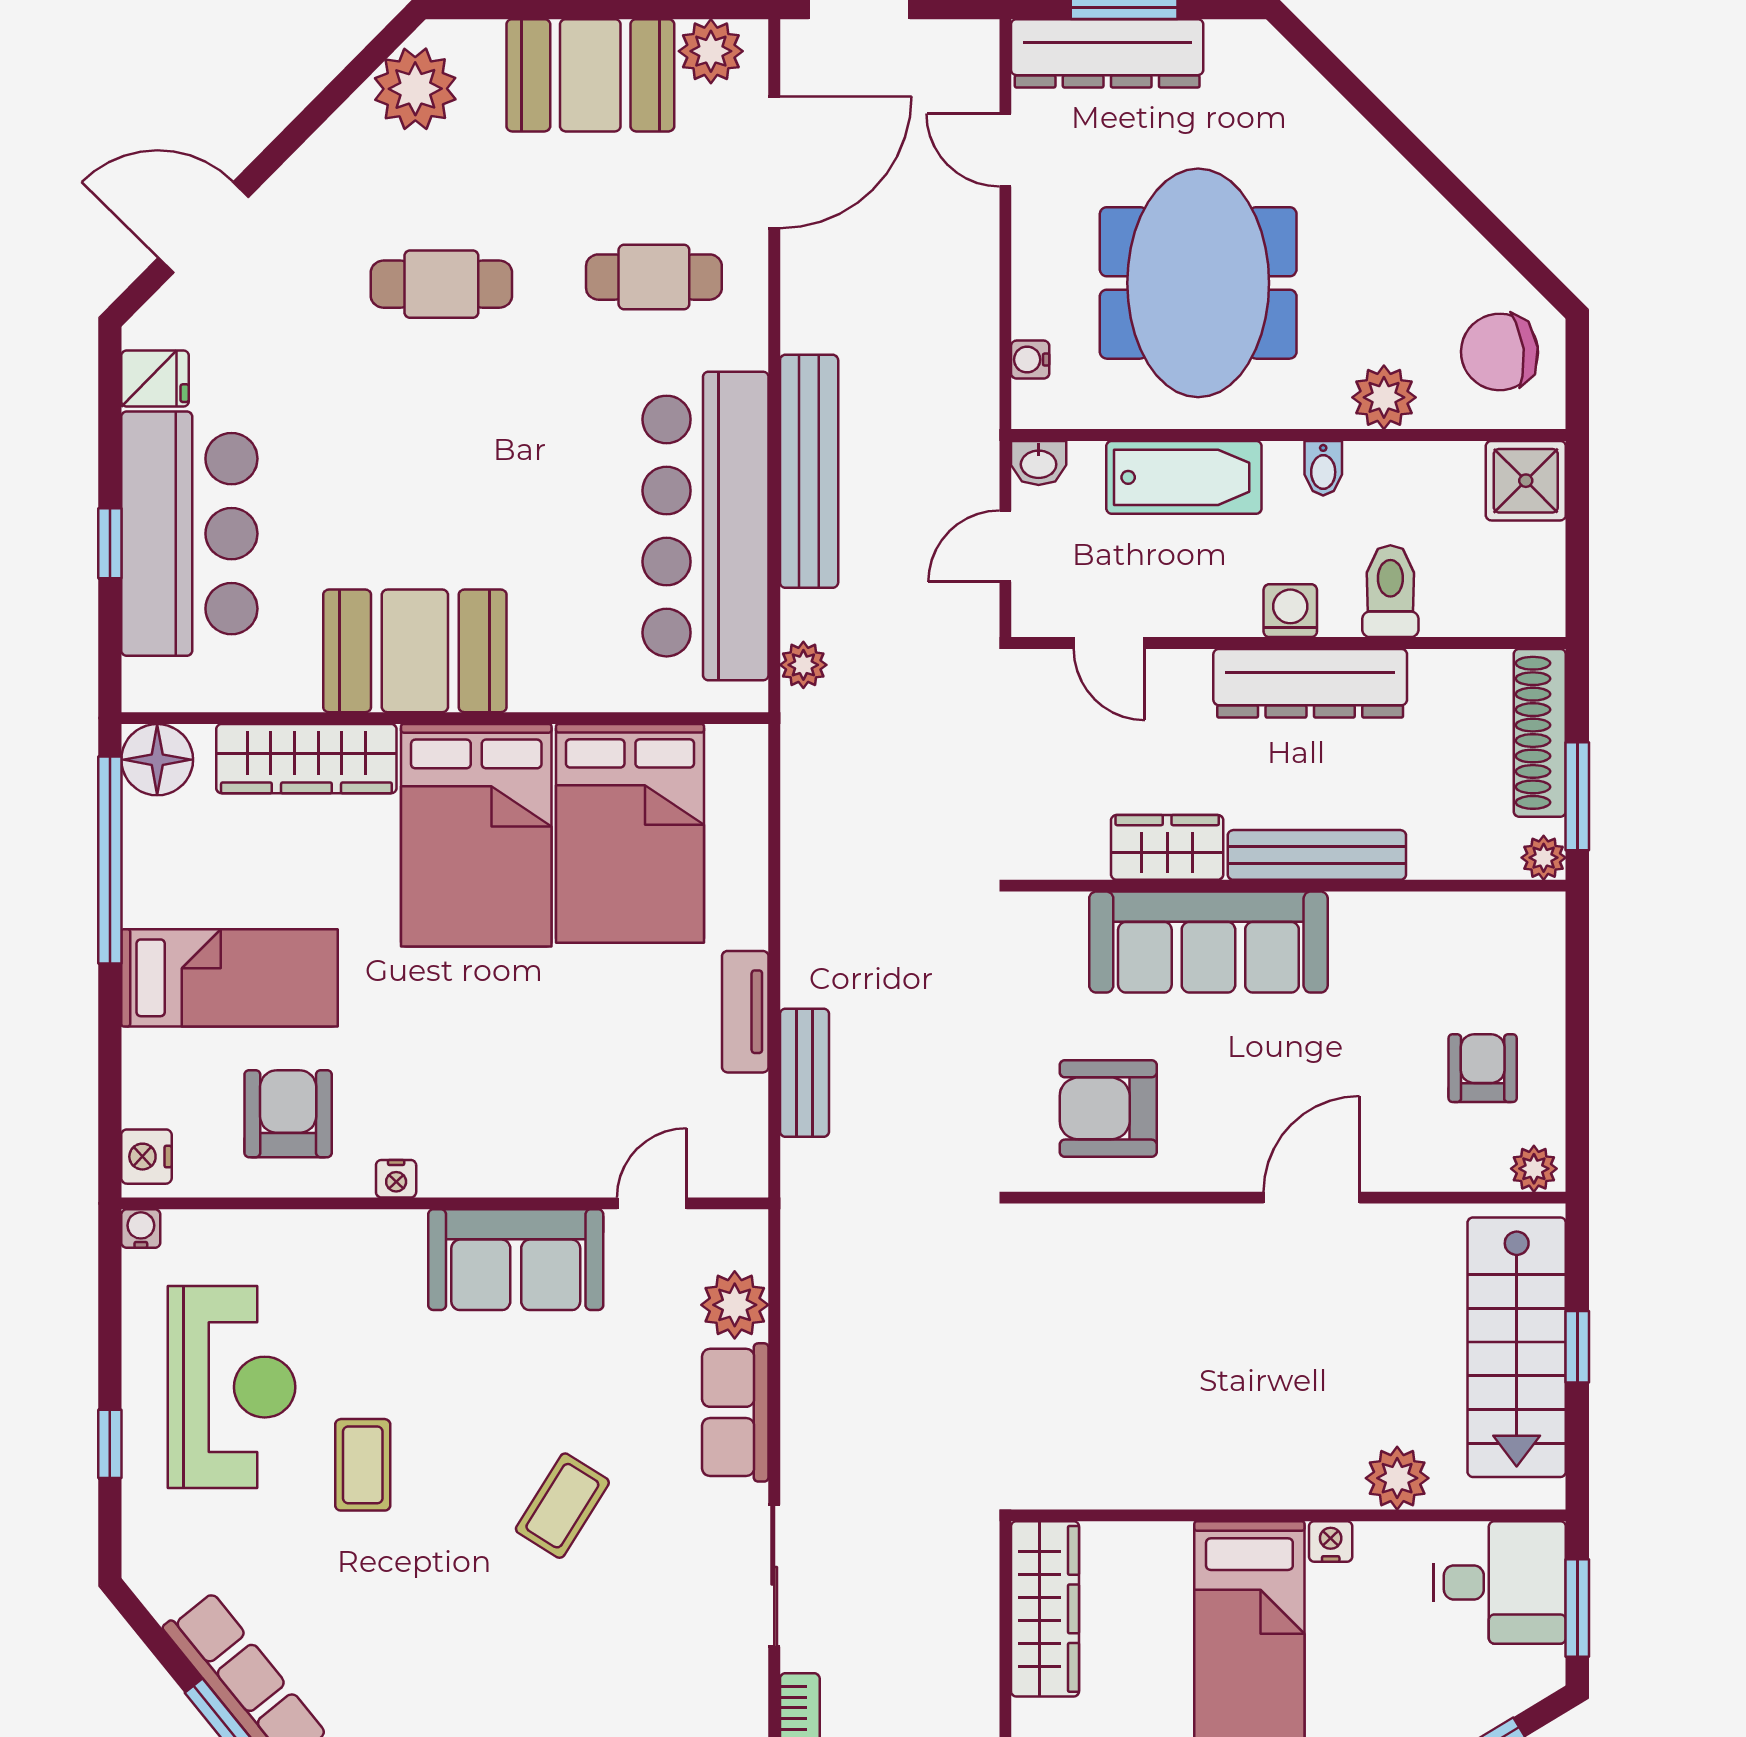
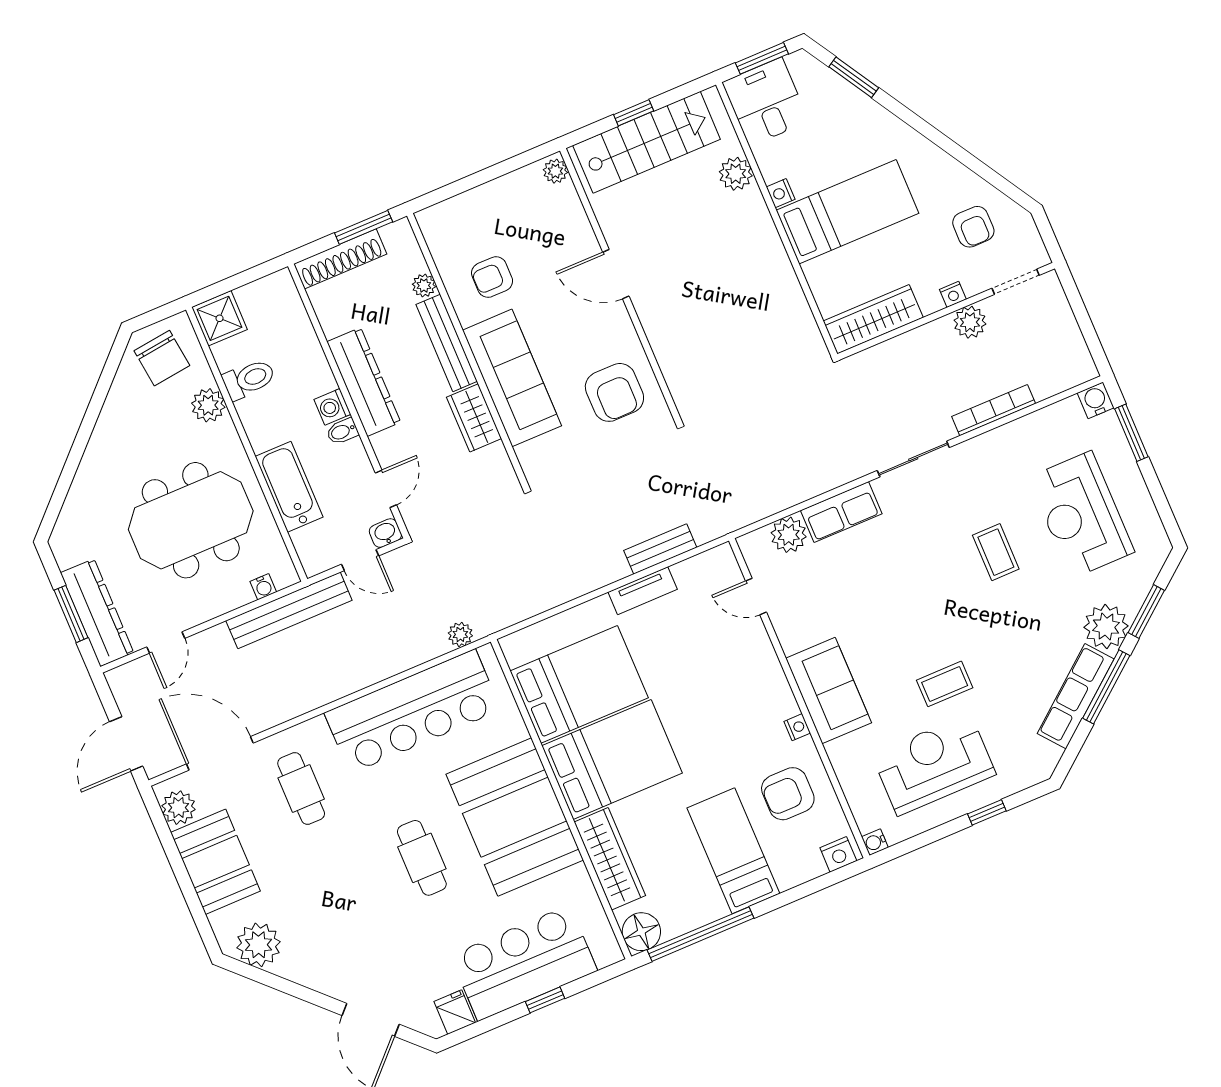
cafe table: (441, 284) -> (422, 858), moved
washbasin: (1039, 463) -> (385, 533), moved, turned -90
bidet: (1323, 468) -> (342, 431), moved, turned 180
bench: (809, 471) -> (289, 610), moved
toilet: (1390, 591) -> (249, 379), moved, turned 180
booth: (415, 651) -> (515, 817), width x1.36, depth x1.42
plant: (1544, 858) -> (424, 285), moved
armchair: (1483, 1068) -> (492, 277), moved
sofa: (516, 1260) -> (829, 690), moved
coffee table: (562, 1506) -> (996, 552), moved, turned 58

